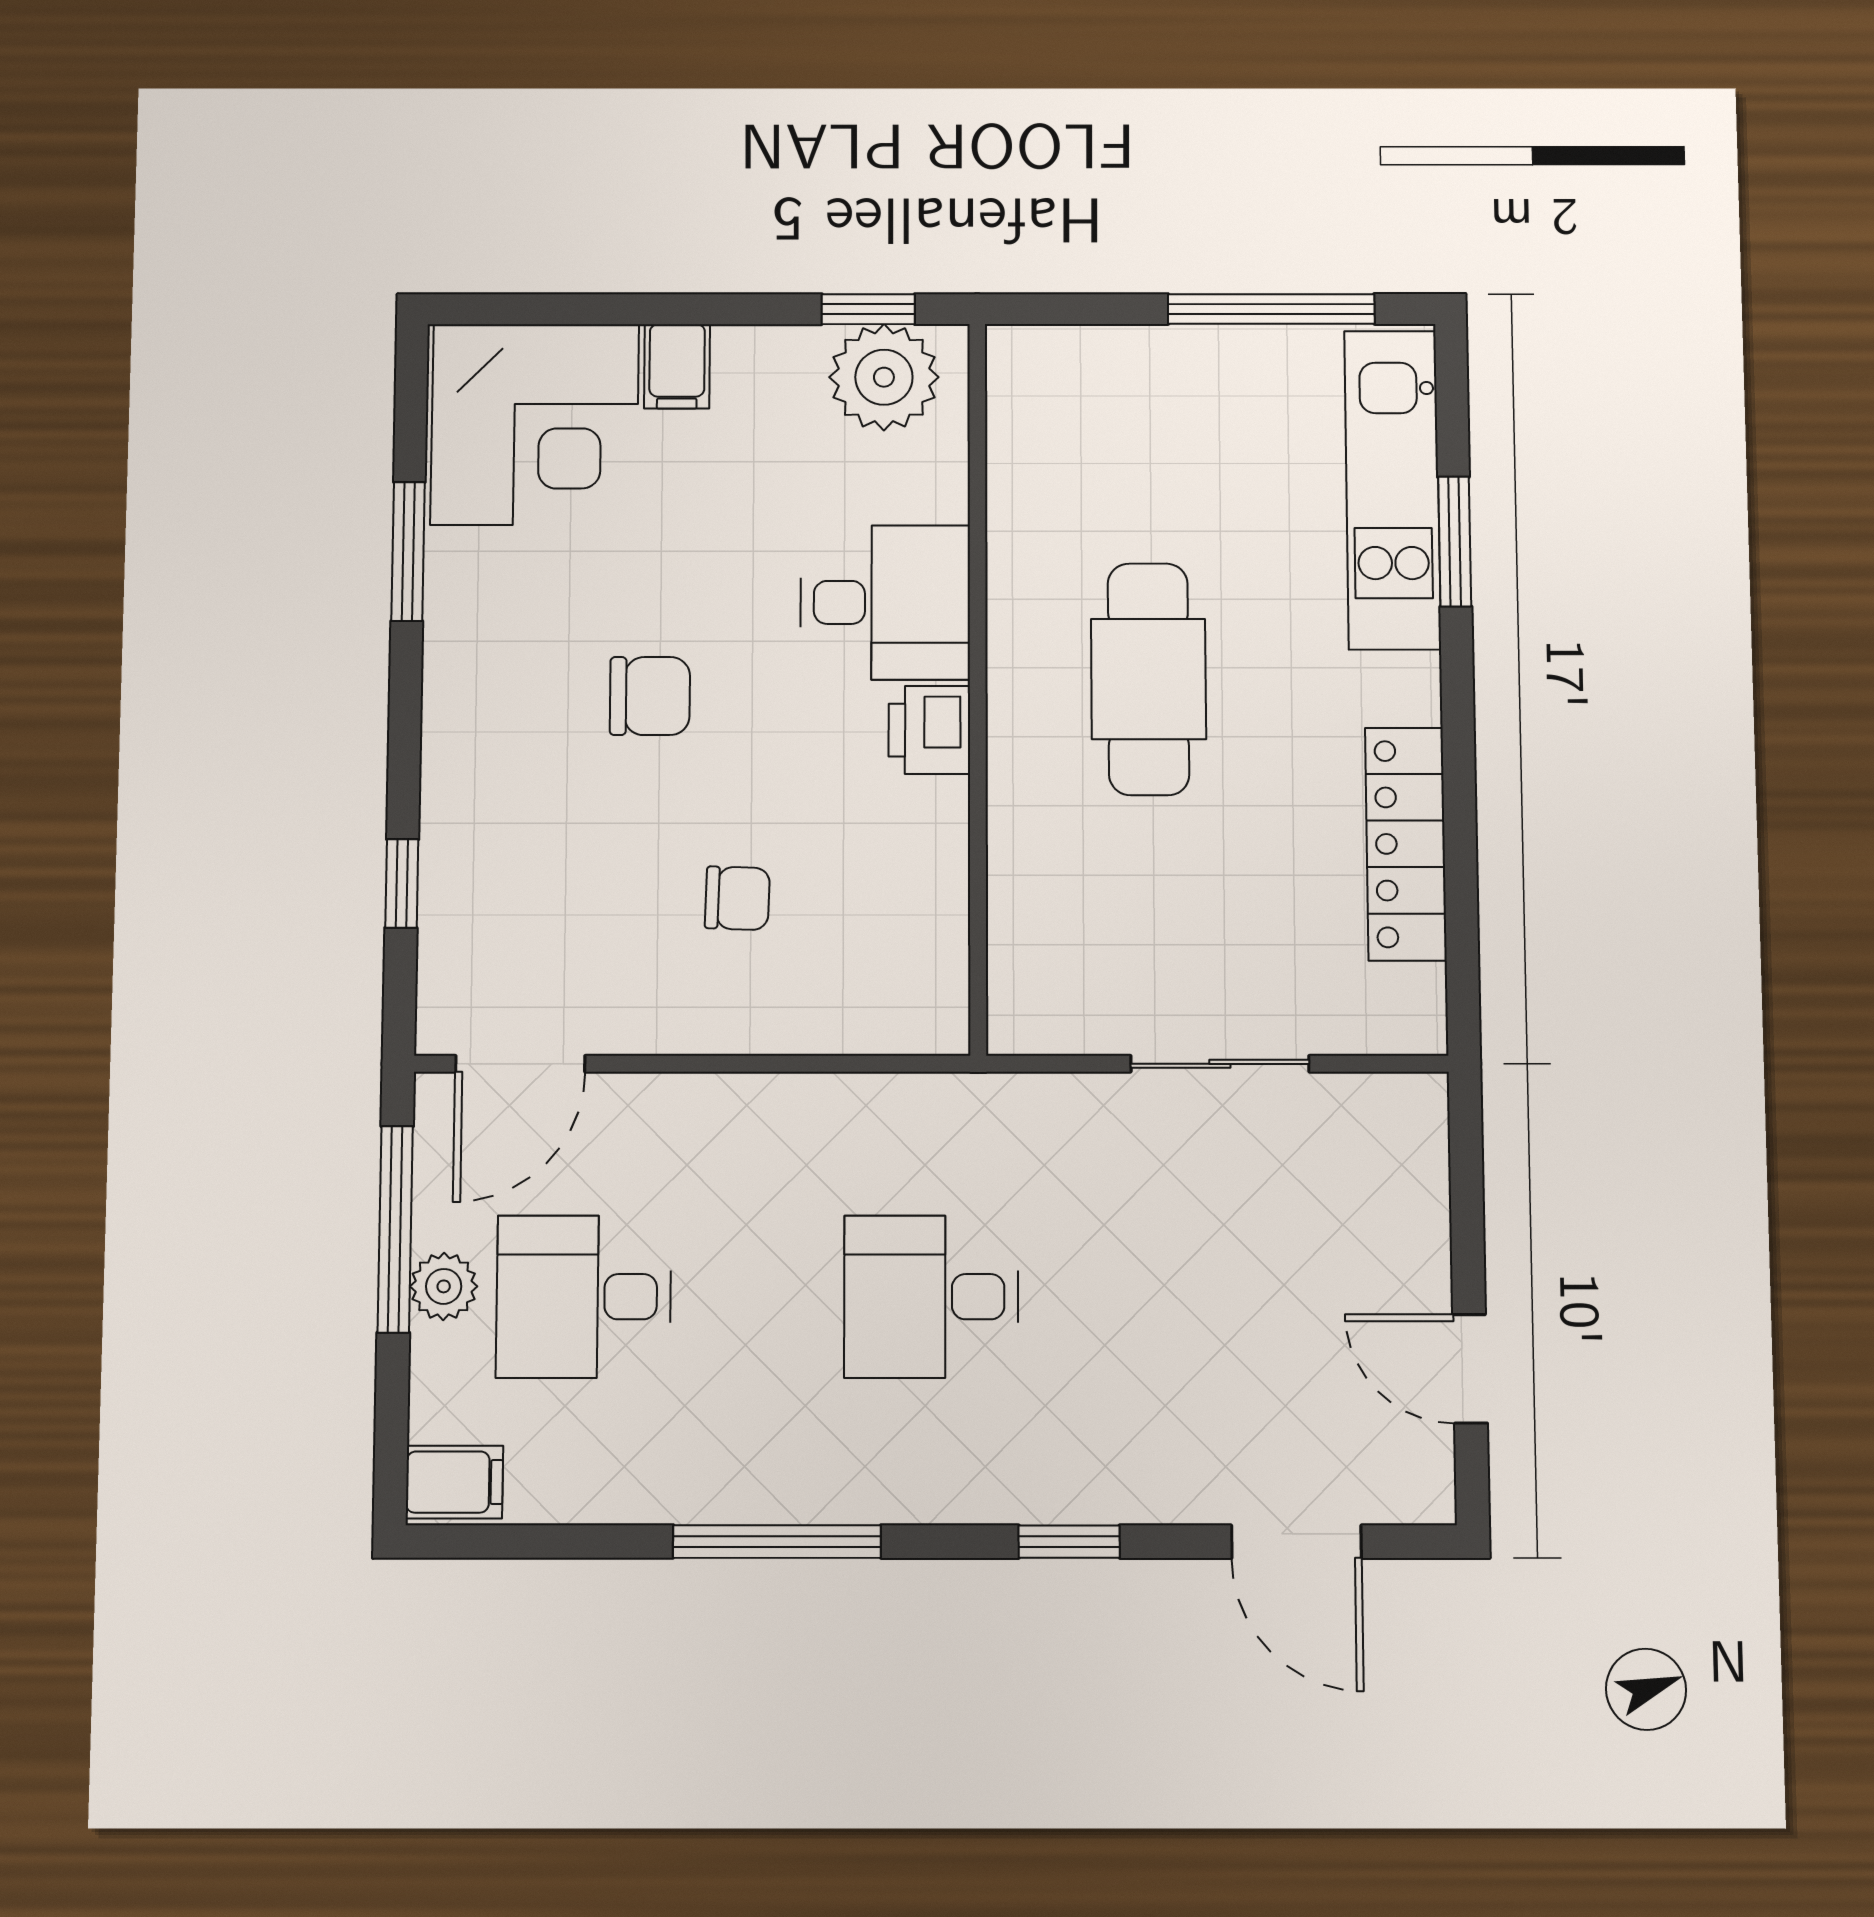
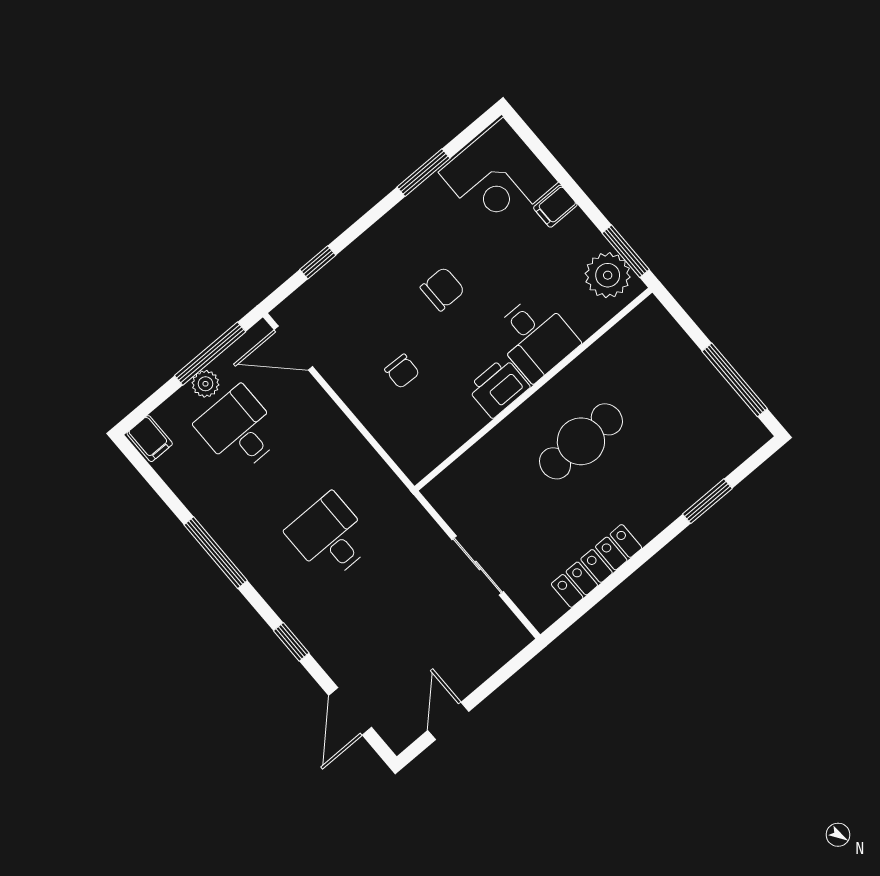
window: (868, 309) -> (626, 251), width x1.50
kitchen unit: (1392, 490) -> (708, 468), removed
chair: (650, 696) -> (442, 289), turned -90
printer: (929, 730) -> (498, 387), width x1.36, depth x1.24

